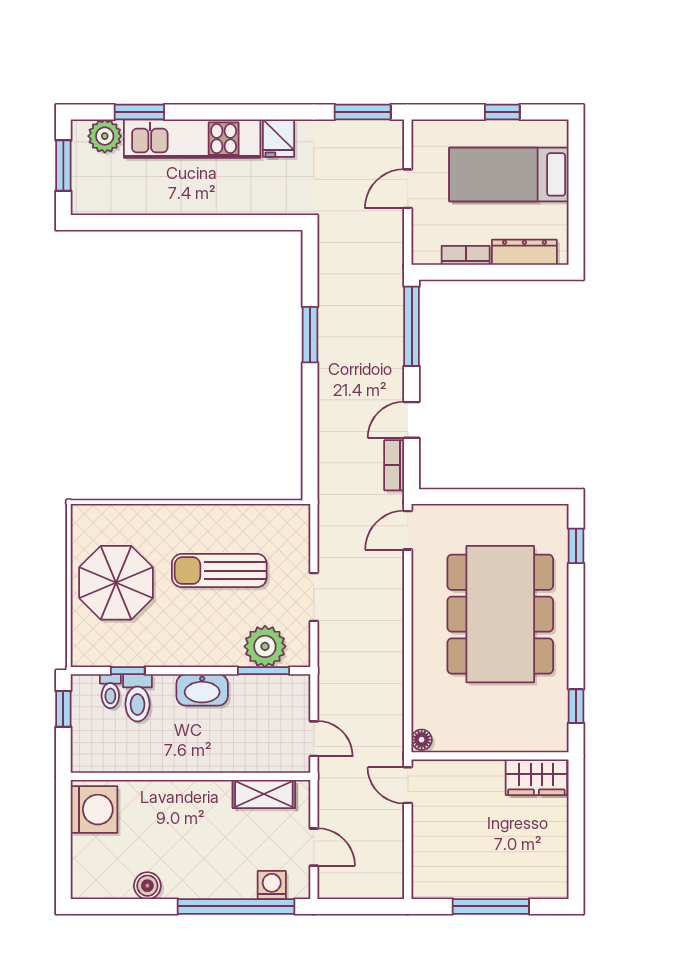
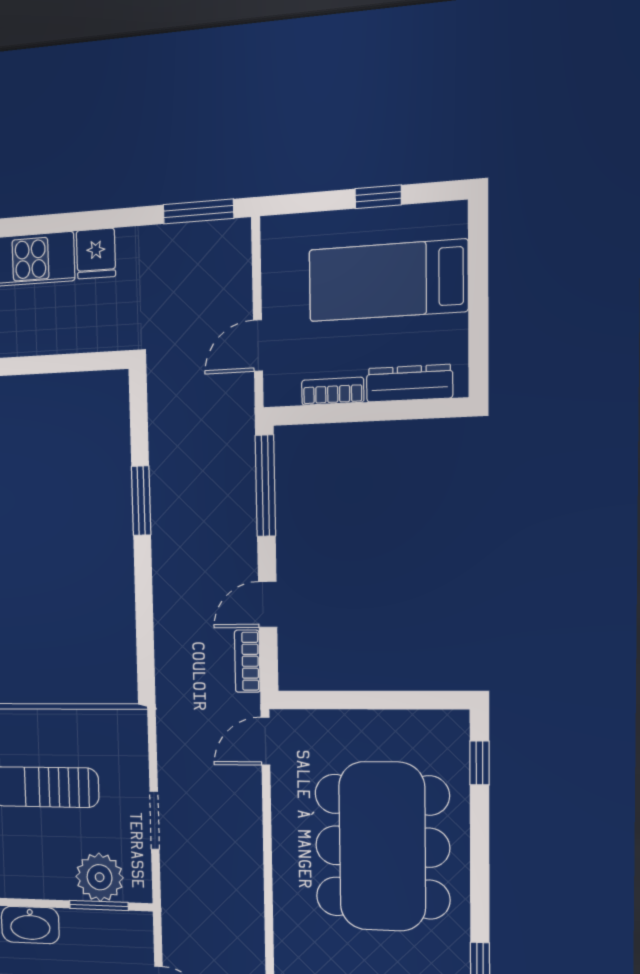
door: (408, 189) -> (258, 346), moved

